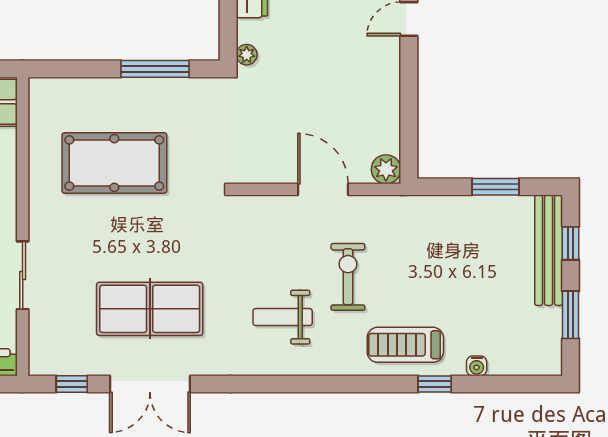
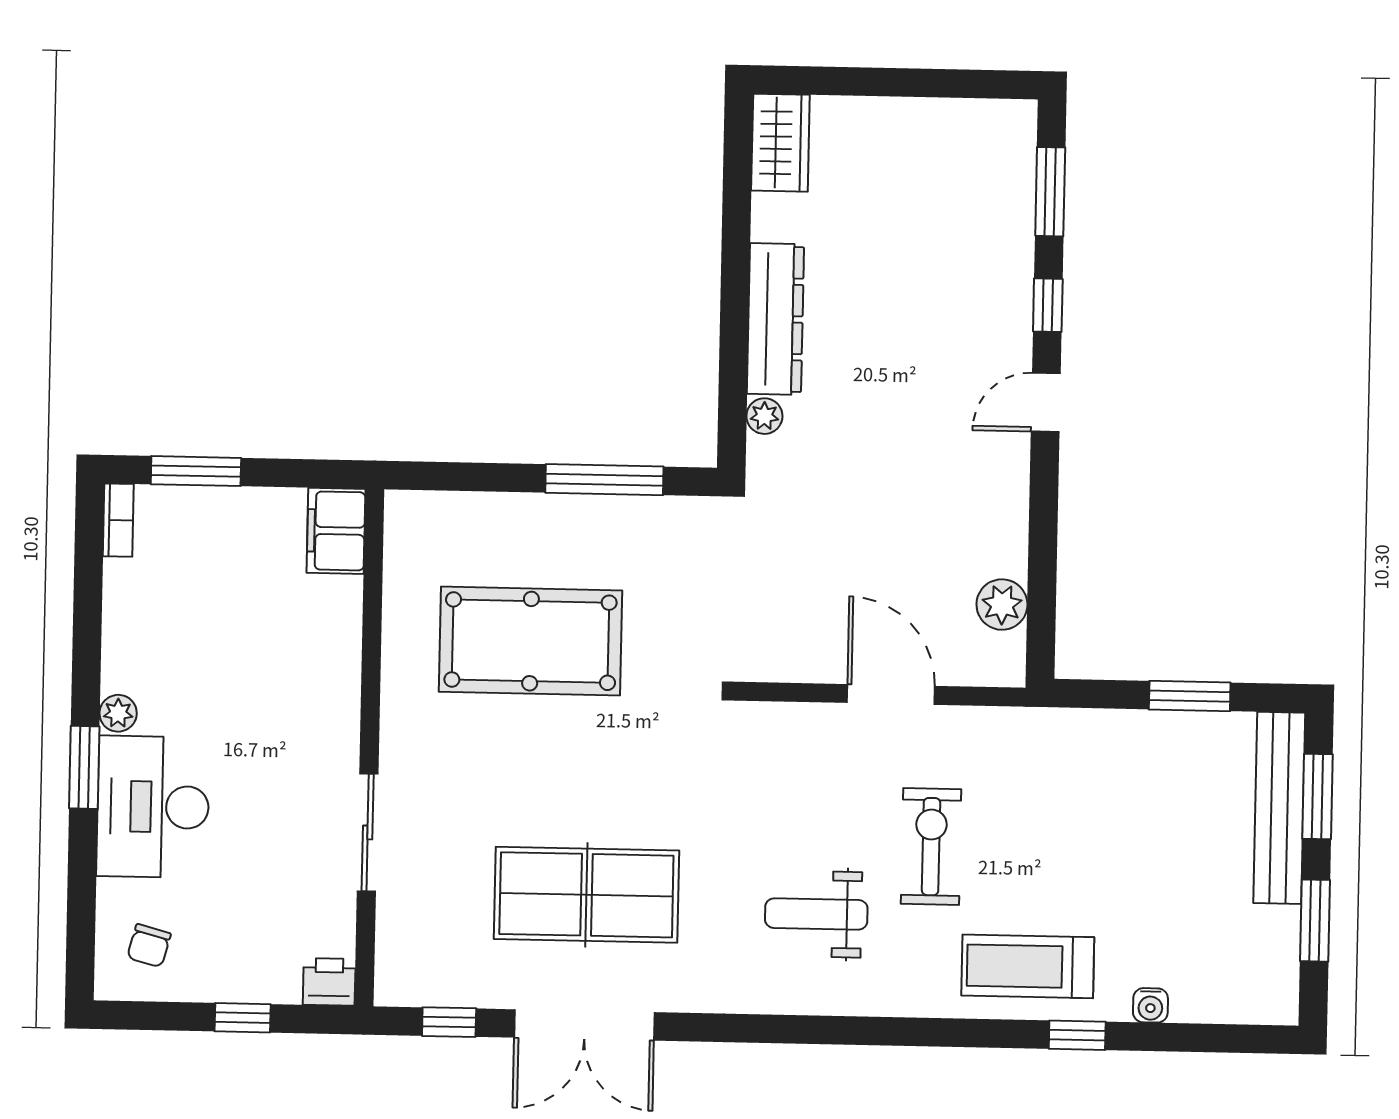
plant: (247, 55) -> (764, 416), moved
plant: (386, 169) -> (1002, 605), moved
window: (571, 243) -> (1318, 796), width x1.50

